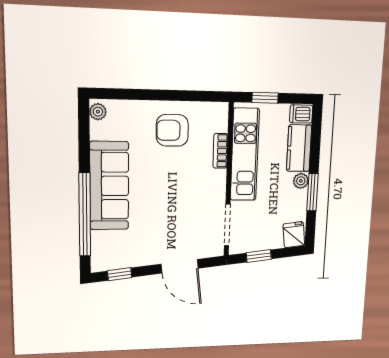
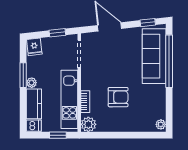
plant: (216, 114) -> (88, 124), added
armchair: (172, 130) -> (118, 97), moved
sofa: (109, 186) -> (154, 56), moved

